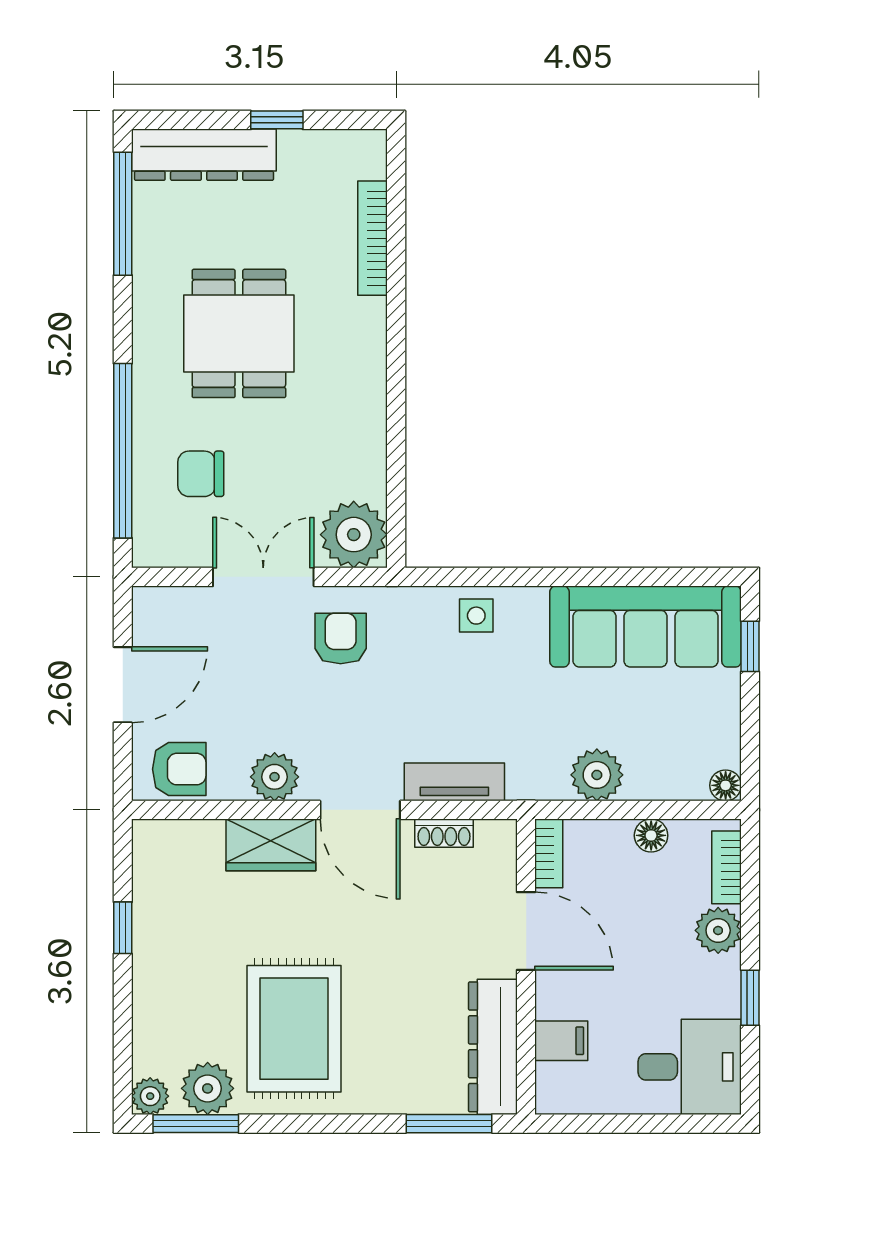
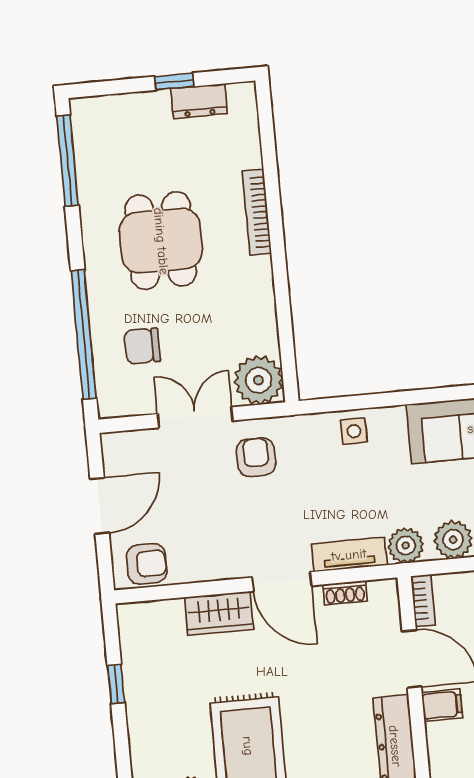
dresser: (204, 155) -> (199, 101), moved, width x0.51, depth x0.80
bookcase: (372, 238) -> (257, 212), moved
plant: (275, 777) -> (406, 546), moved
filing cabinet: (561, 1041) -> (442, 705), moved

